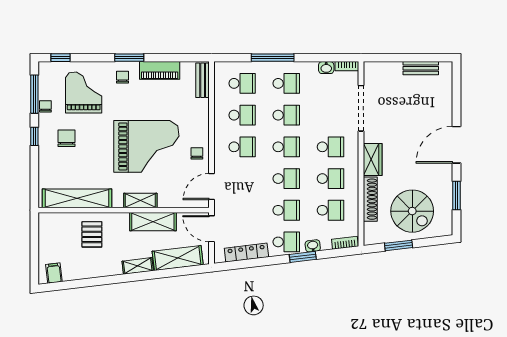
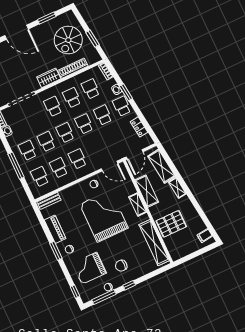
spiral stairs: (412, 211) -> (68, 40), turned 180
pallet: (92, 234) -> (171, 224), width x1.50, depth x1.42
locker: (246, 253) -> (139, 127), width x0.66

